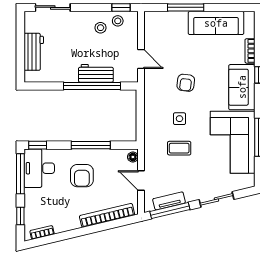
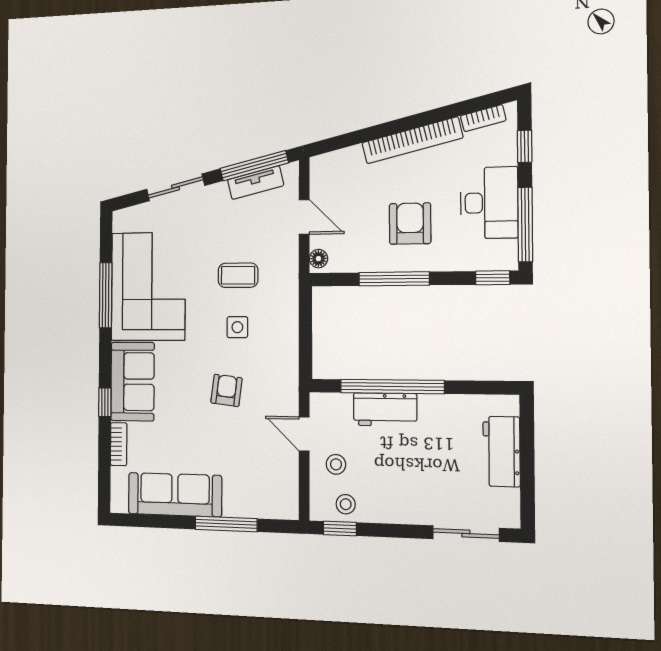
stool: (101, 28) -> (336, 464), moved
desk: (39, 168) -> (489, 203), moved
bookcase: (107, 215) -> (412, 140), moved

